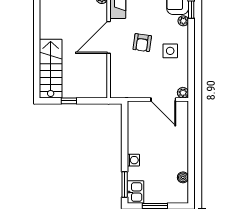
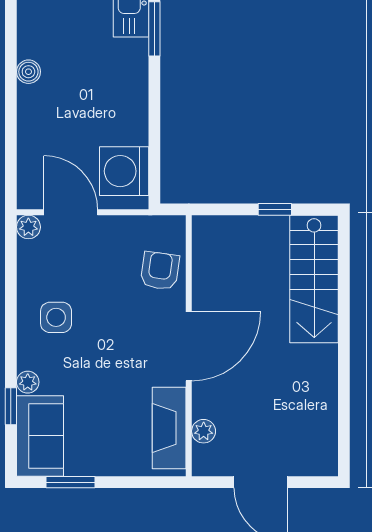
armchair: (142, 43) -> (160, 271), moved
washing machine: (133, 160) -> (124, 171), moved, width x1.89, depth x1.89
boiler: (183, 177) -> (28, 72), moved

